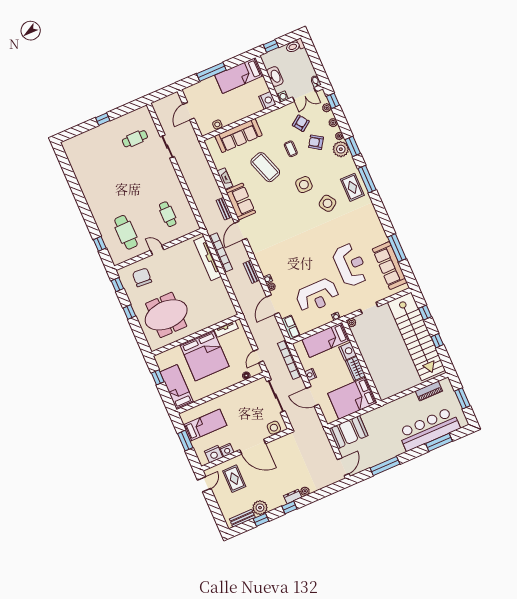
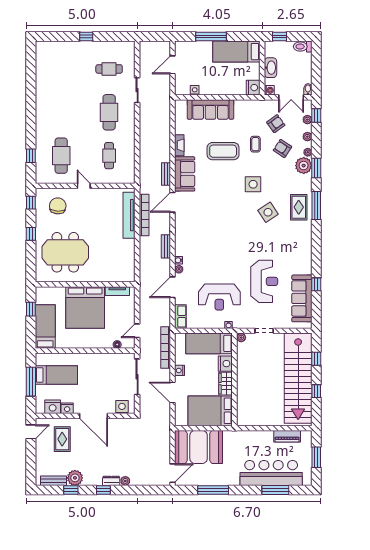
coffee table: (265, 167) -> (223, 151), turned -71
cafe table: (151, 176) -> (109, 112), added
window: (397, 248) -> (316, 284), width x0.46
booth: (348, 432) -> (199, 447), width x1.36, depth x1.42
window: (185, 441) -> (31, 382), width x1.44

